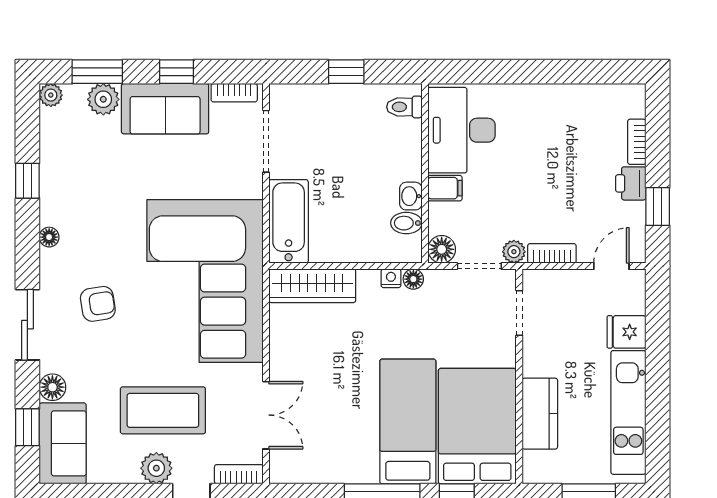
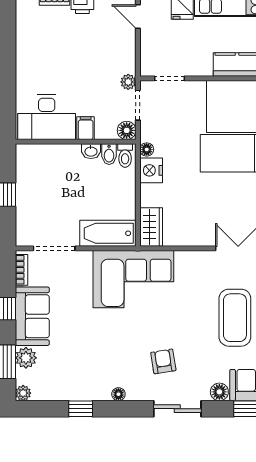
toilet: (404, 107) -> (125, 155), moved
bookcase: (552, 253) -> (129, 56), removed
nightstand: (391, 278) -> (151, 170), width x1.89, depth x1.79
corner sofa: (205, 281) -> (133, 279), width x0.73, depth x0.74
wardrobe: (312, 286) -> (151, 227), width x0.67

